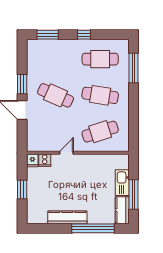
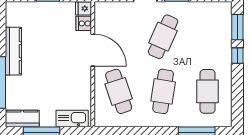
window: (84, 35) -> (237, 56), moved
door: (66, 153) -> (93, 50), width x1.87
kitchen sink: (122, 183) -> (72, 118), moved

